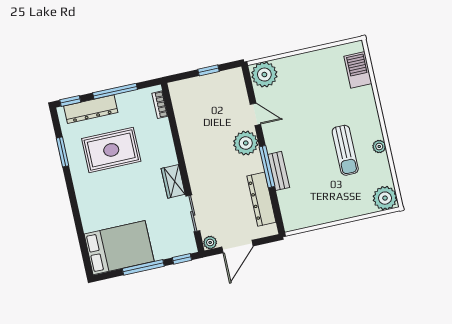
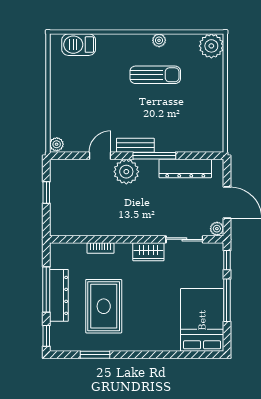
plant: (264, 75) -> (57, 144), width x0.53, depth x0.53
bookcase: (160, 105) -> (100, 248), moved
dresser: (91, 109) -> (59, 295), moved
bench: (279, 171) -> (135, 145), moved

